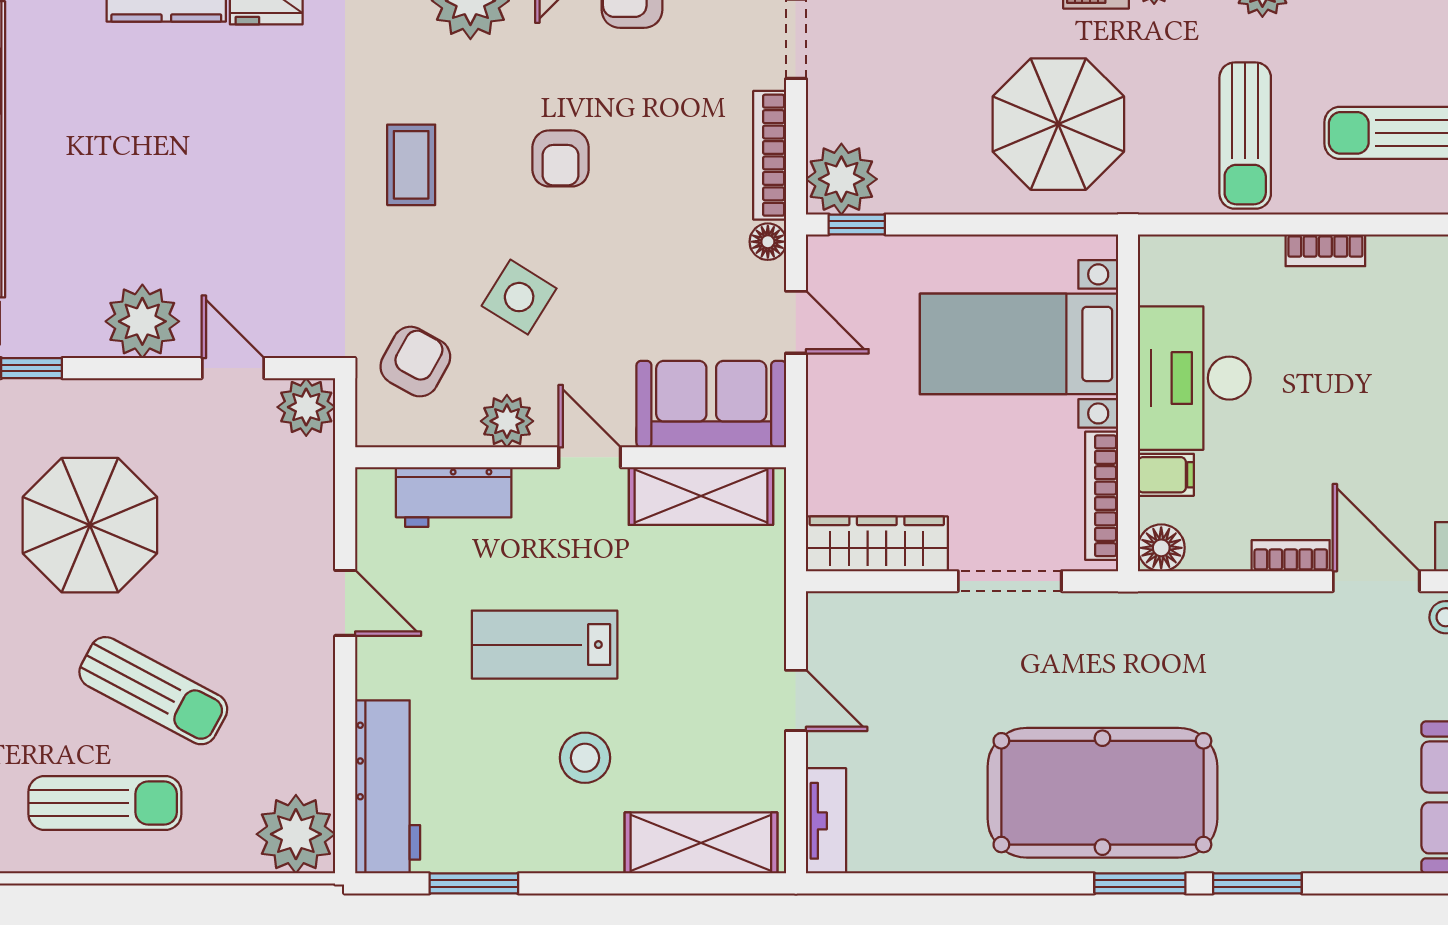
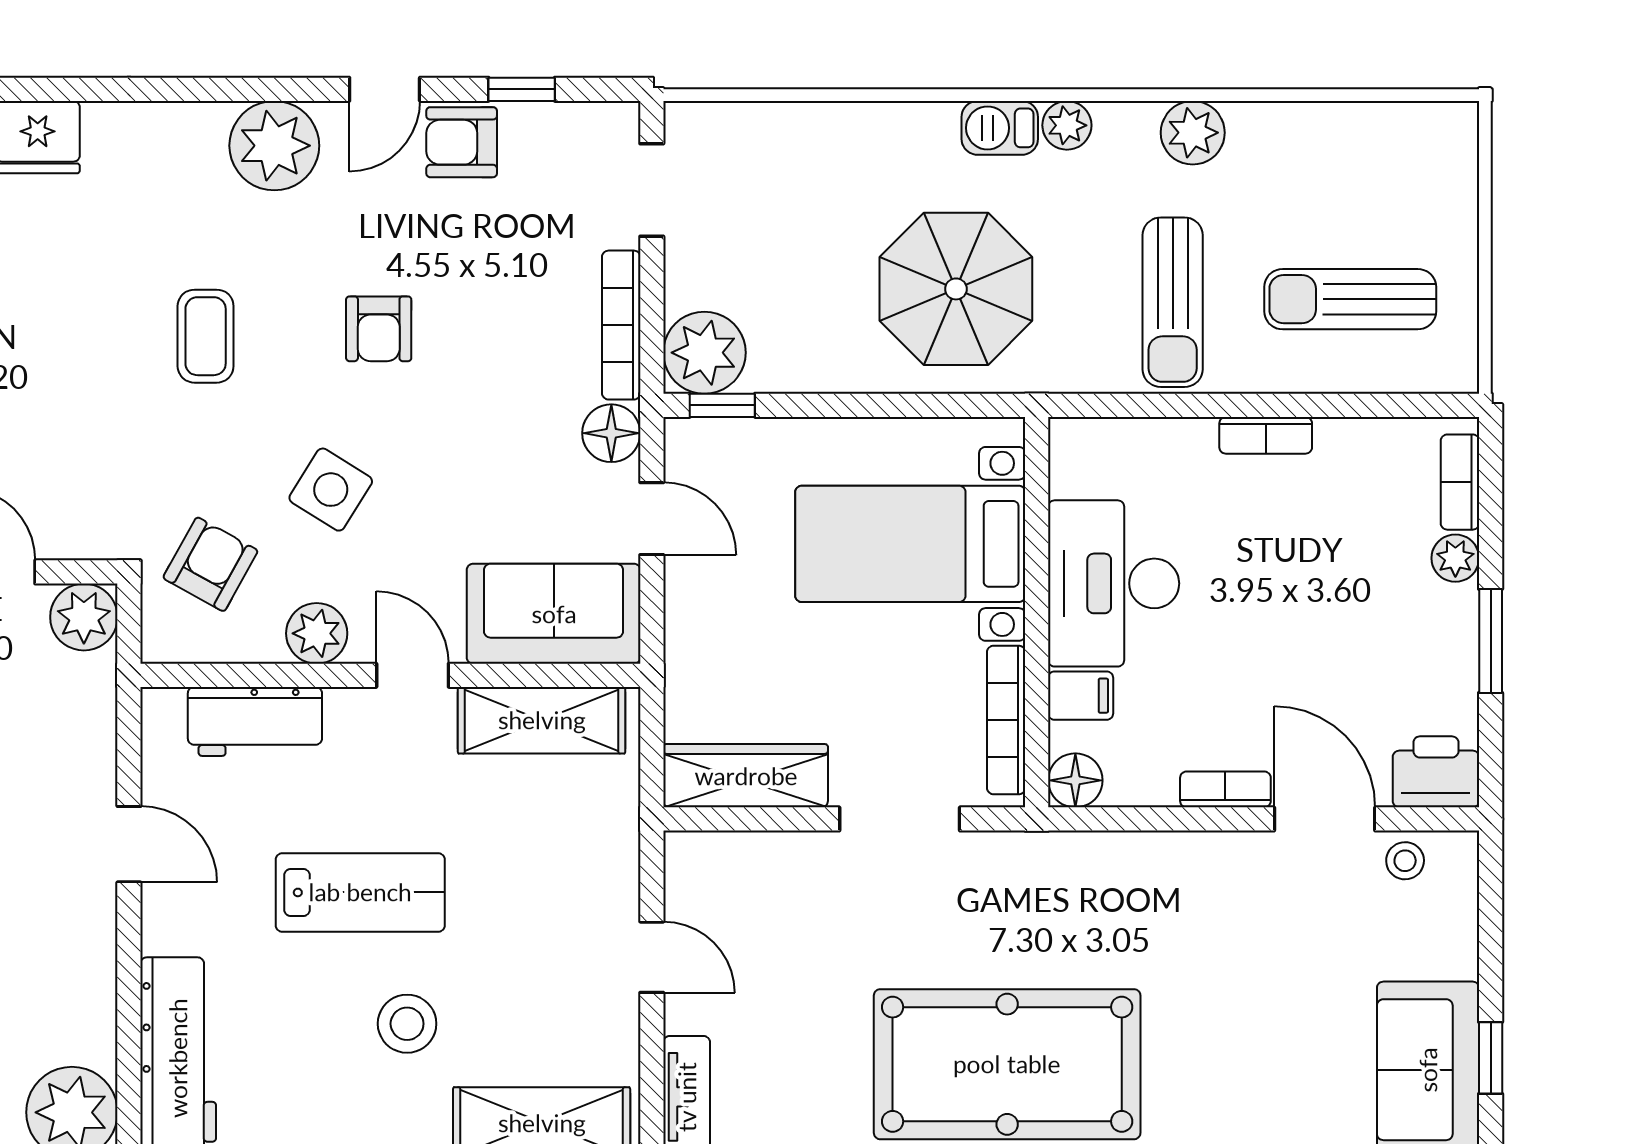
floor lamp: (768, 242) -> (611, 433), width x1.37, depth x1.37
lab bench: (545, 645) -> (360, 892), turned 180

